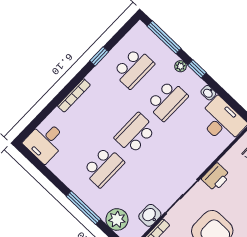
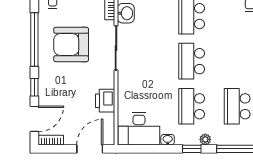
school desk: (135, 134) -> (192, 61), turned 180
printer: (216, 177) -> (105, 101), moved

